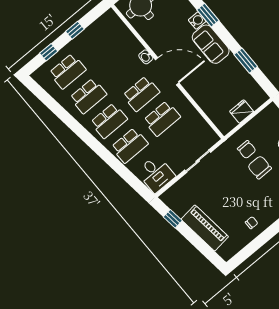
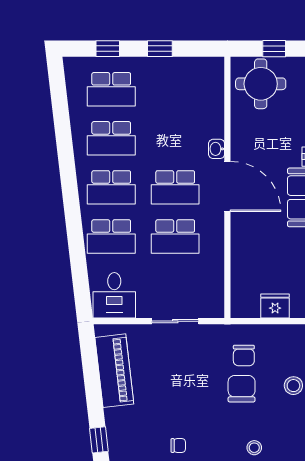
window: (173, 219) -> (99, 440), moved
piano: (205, 228) -> (114, 371), moved

